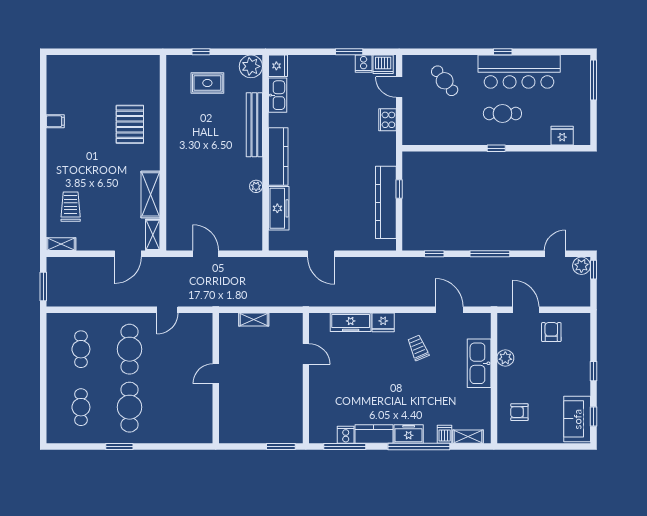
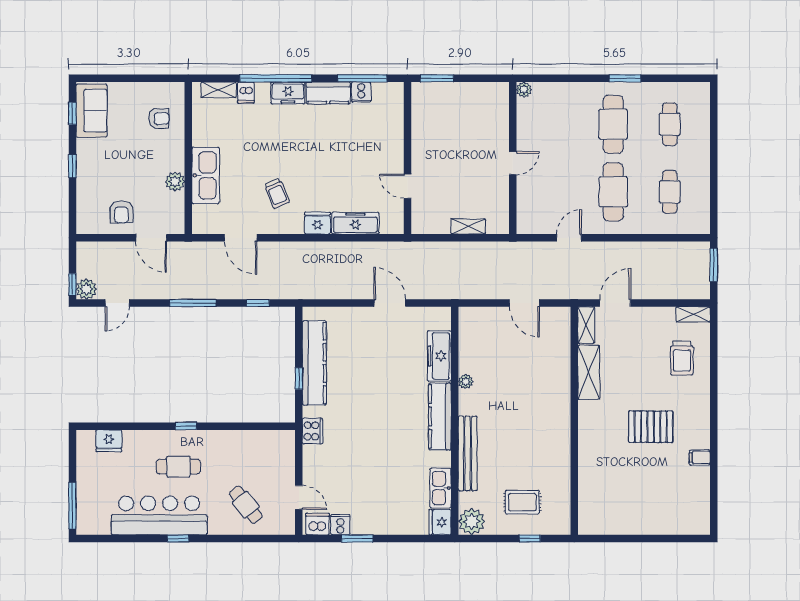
cooker: (387, 120) -> (313, 431), moved
pallet: (130, 124) -> (651, 427), moved, turned 90
plant: (206, 437) -> (524, 90), added

